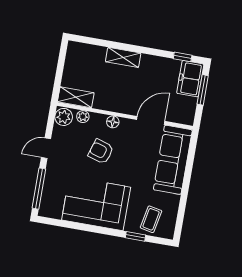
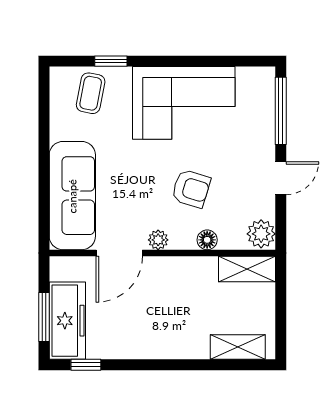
shelving: (123, 57) -> (238, 347), moved
freezer: (190, 79) -> (67, 321), width x1.40
plant: (83, 117) -> (158, 240), moved
floor lamp: (113, 122) -> (207, 240), moved

